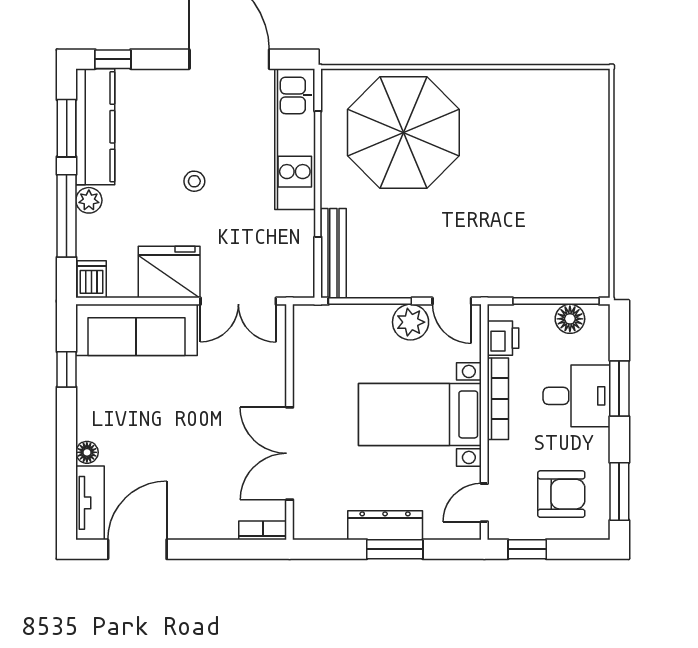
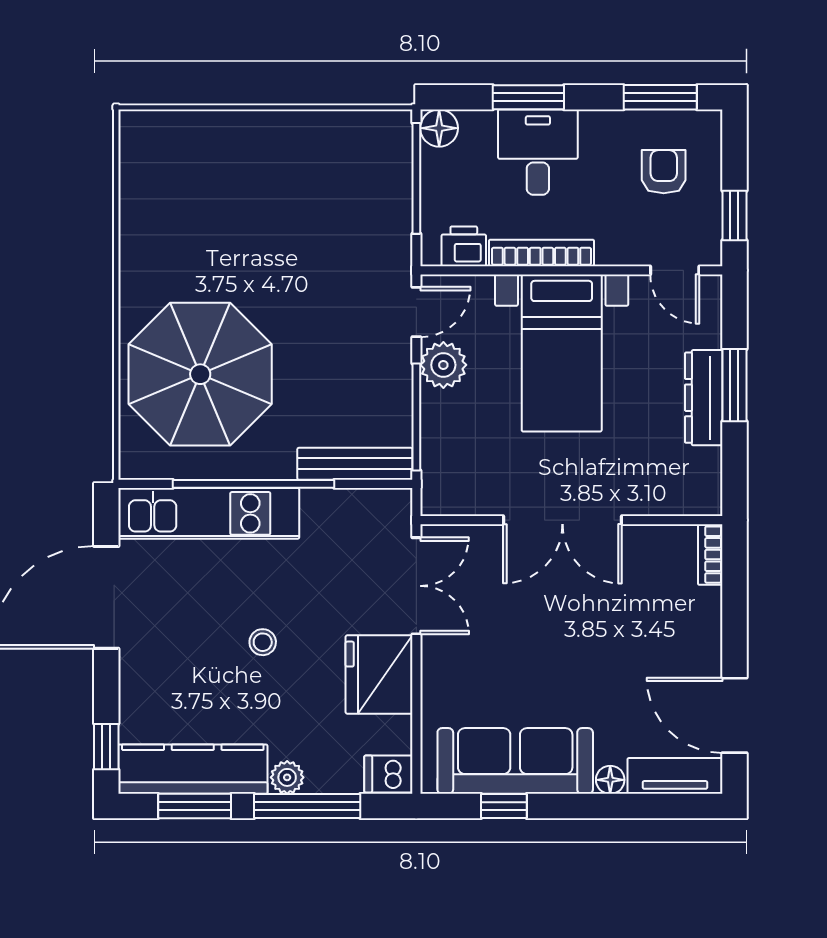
floor lamp: (570, 319) -> (439, 128), moved
sofa: (136, 330) -> (515, 761), moved, turned -90
double door: (290, 453) -> (562, 520), moved
armchair: (561, 494) -> (664, 172), width x0.72, depth x0.72

